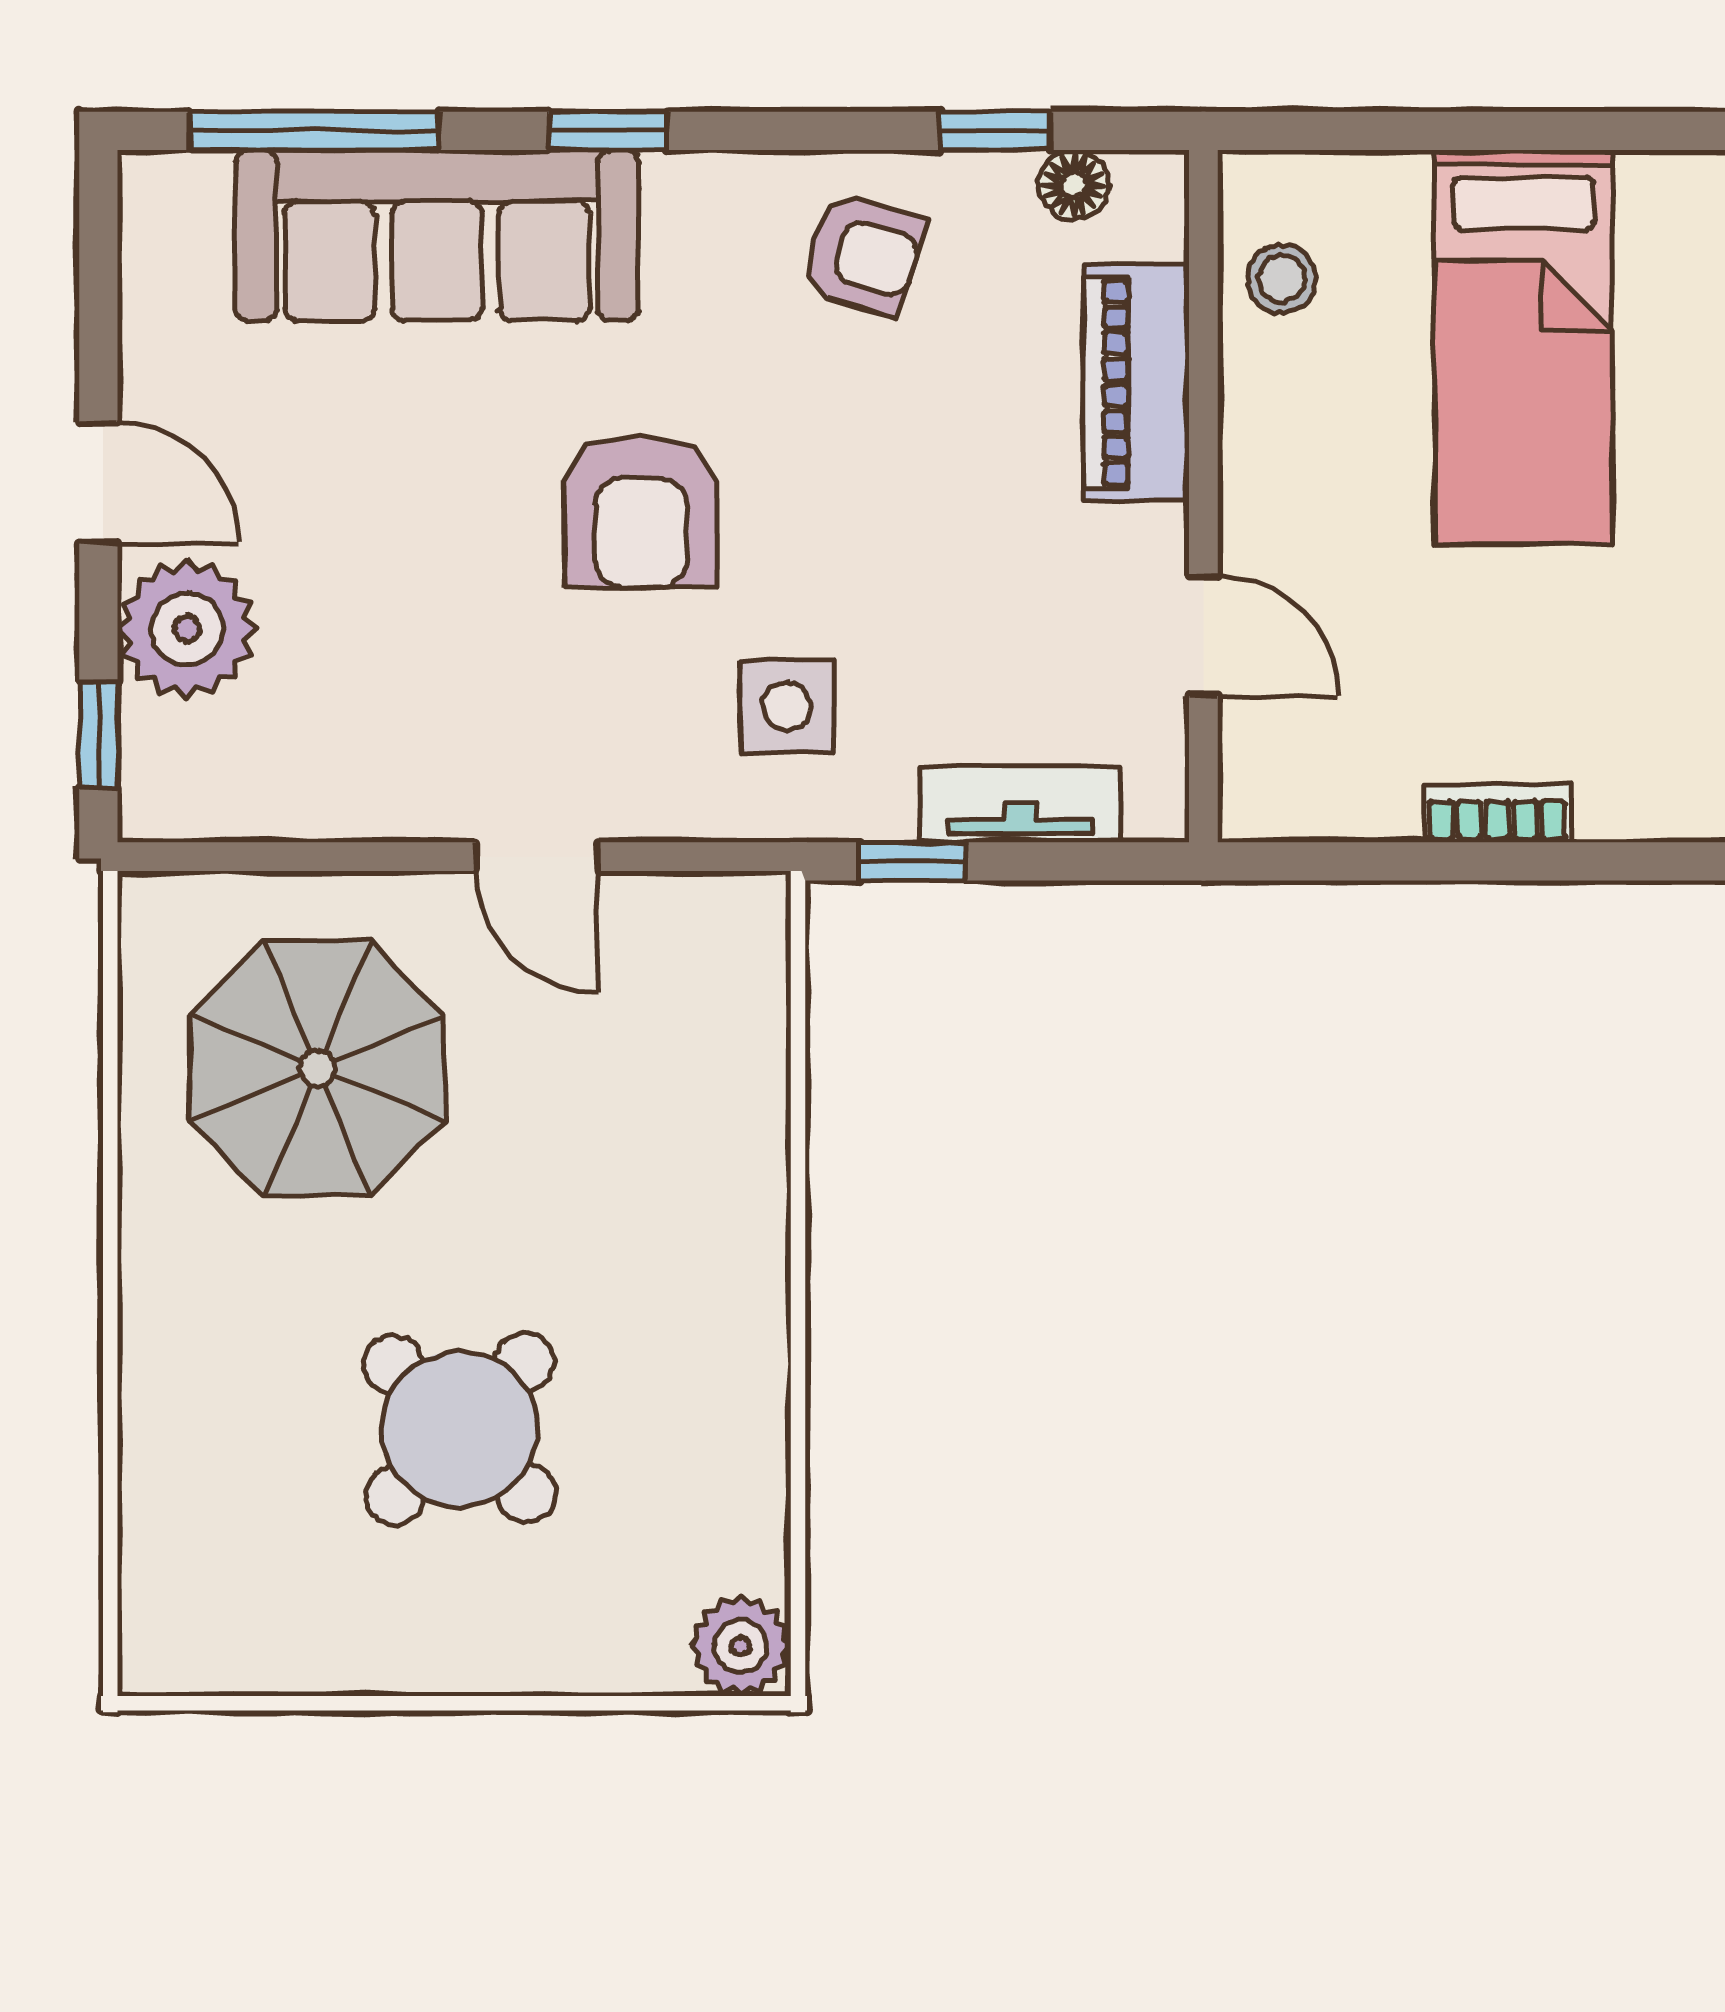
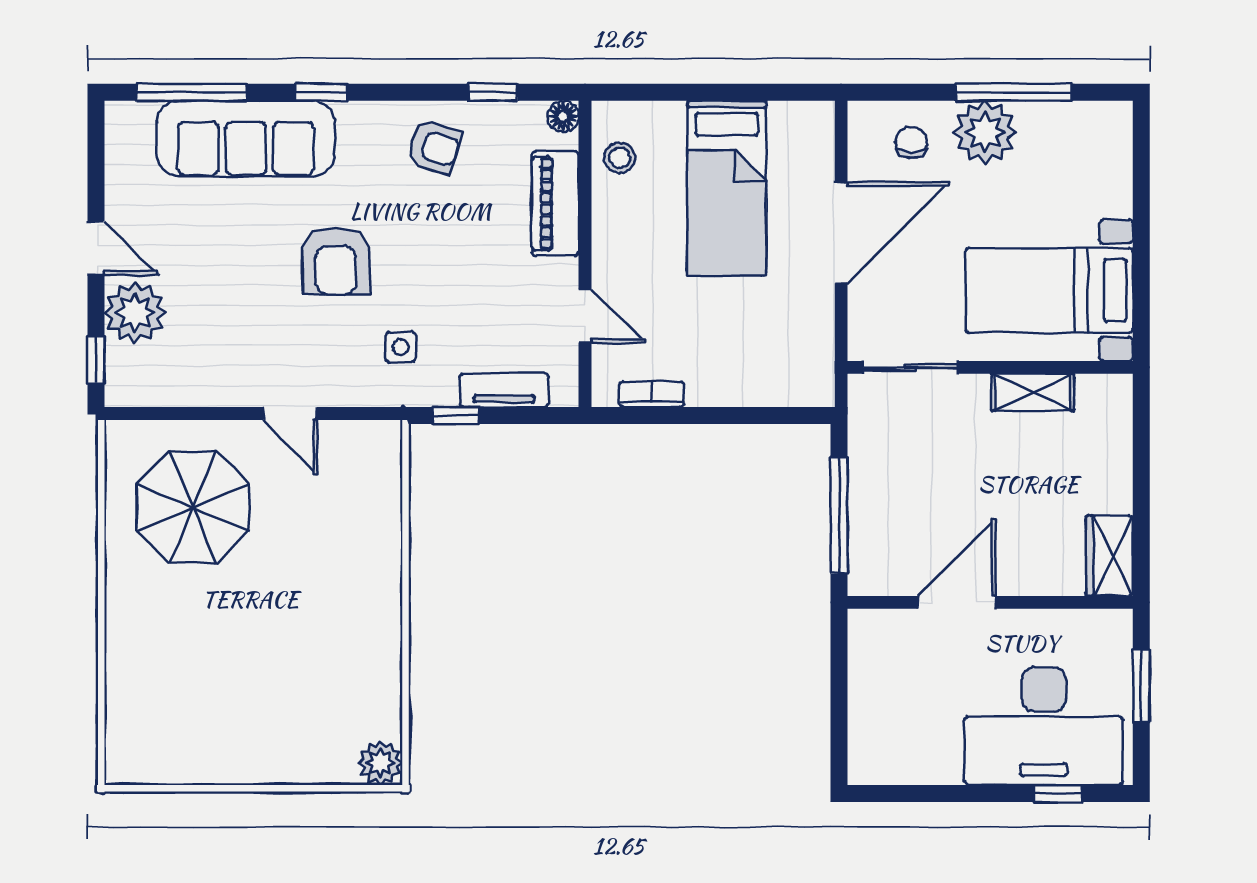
floor lamp: (1074, 185) -> (563, 116), moved
side table: (787, 706) -> (401, 347), width x0.73, depth x0.73
bookcase: (1498, 813) -> (652, 394), moved
round table: (460, 1429) -> (256, 667), removed

